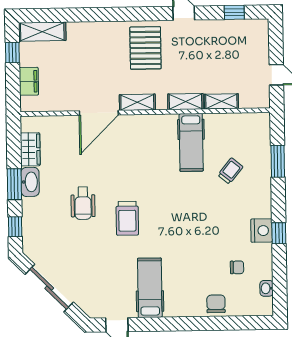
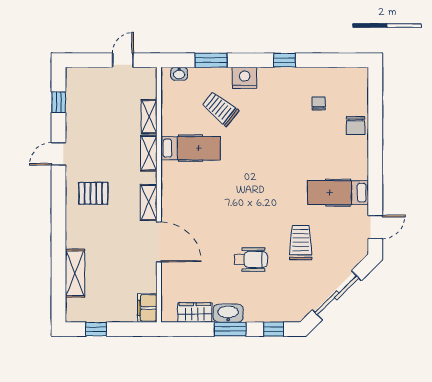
shelving: (42, 32) -> (75, 273), moved
pallet: (145, 48) -> (93, 193), width x0.67, depth x0.71
filing cabinet: (29, 81) -> (147, 308), moved, turned -90
trolley: (230, 171) -> (220, 109), width x1.36, depth x1.39
trolley: (127, 218) -> (301, 243), moved, turned -90
nightstand: (262, 231) -> (245, 78), moved
washbasin: (267, 288) -> (179, 74), moved
chair: (216, 304) -> (356, 125), turned -90

